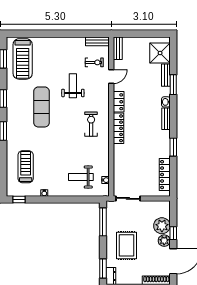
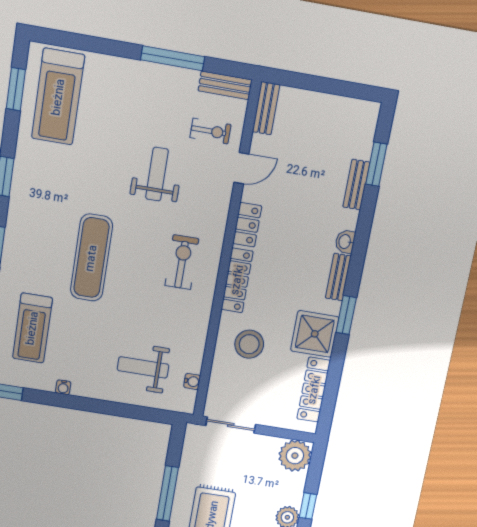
window: (72, 34) -> (173, 58), added
shower: (160, 53) -> (315, 334), moved
window: (173, 85) -> (376, 164), moved
exercise mat: (41, 107) -> (91, 258), moved
window: (173, 147) -> (346, 315), moved
stool: (130, 158) -> (249, 344), added
treadmill: (26, 167) -> (32, 328), turned 180
window: (103, 222) -> (167, 493), moved
plant: (162, 226) -> (295, 456), moved

